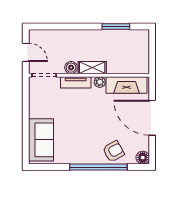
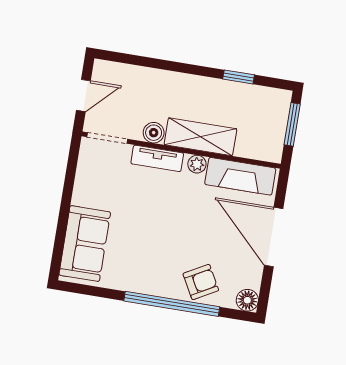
window: (116, 26) -> (239, 77), width x0.67
window: (152, 49) -> (292, 124), added
door: (26, 52) -> (83, 95), hinge flipped
shelving: (92, 68) -> (200, 137), width x1.50, depth x1.33

